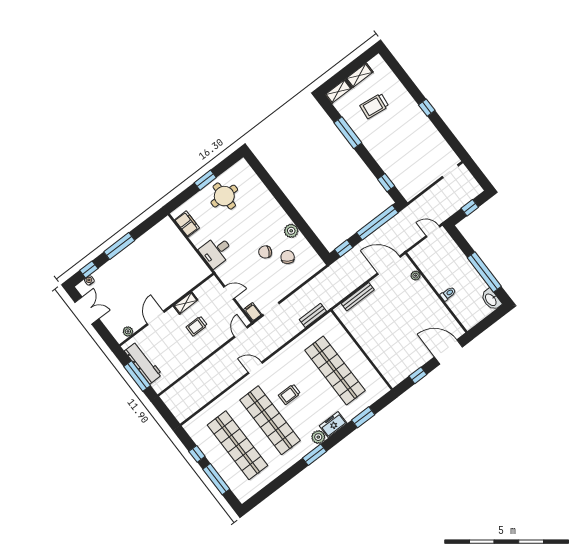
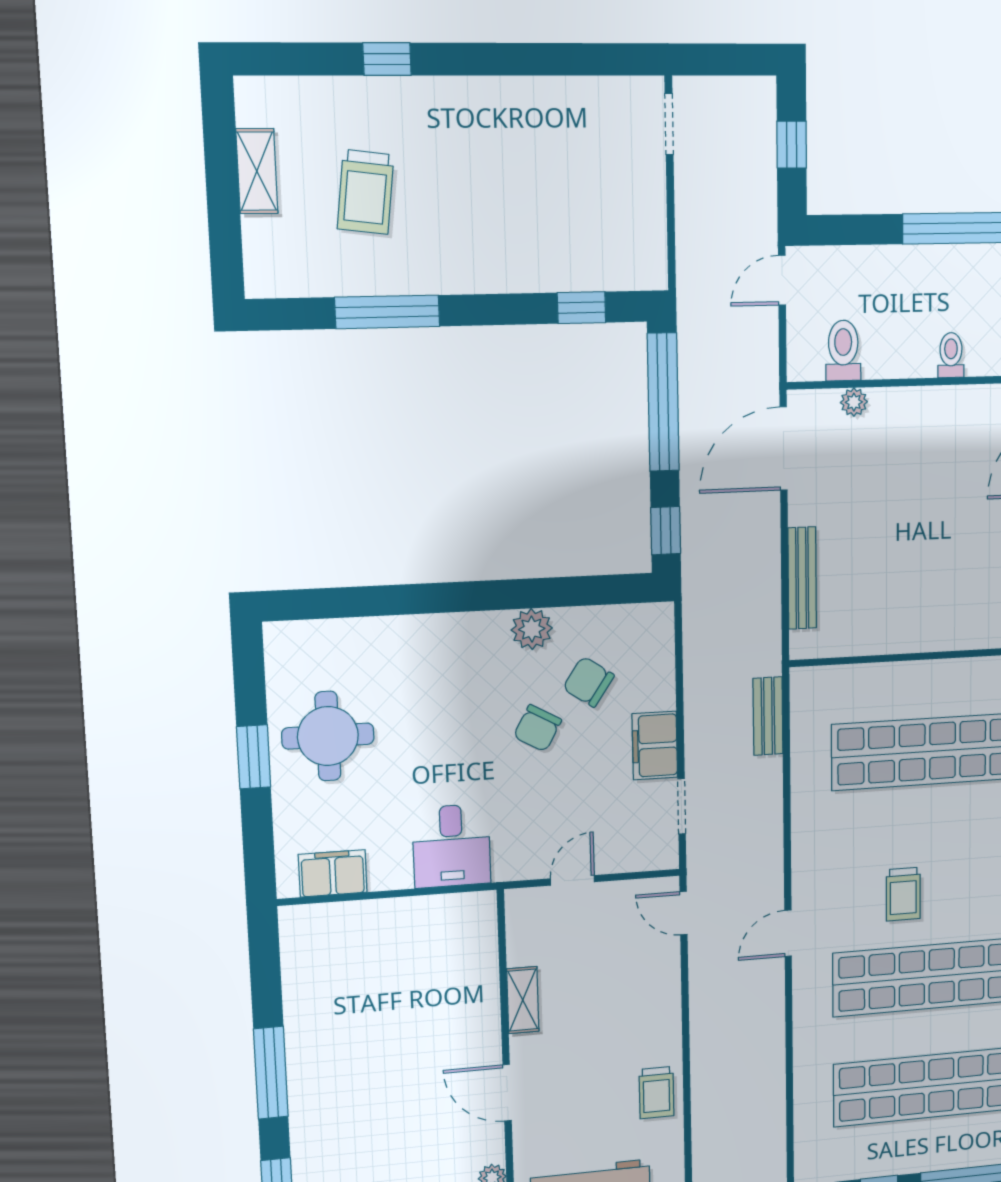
shelving: (338, 91) -> (261, 258), removed
window: (427, 108) -> (387, 59), moved
toilet: (427, 262) -> (843, 351), added
filing cabinet: (253, 312) -> (655, 746), moved, width x2.00
trolley: (197, 326) -> (656, 1093), moved

